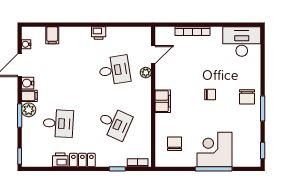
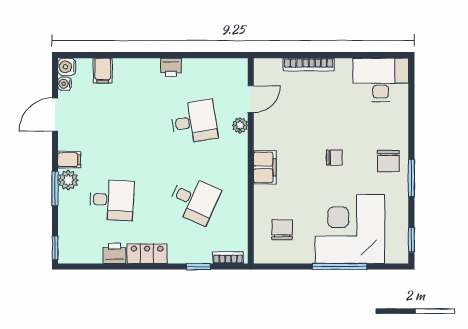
water cooler: (28, 83) -> (67, 67), moved
corner desk: (215, 149) -> (350, 229), width x1.36, depth x1.36

